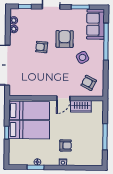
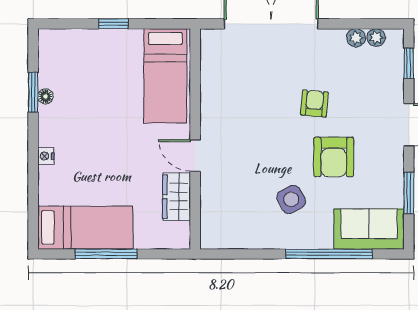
armchair: (65, 39) -> (334, 157), turned 90
armchair: (89, 83) -> (232, 214), removed
bed: (29, 130) -> (85, 227), moved, turned -90
armchair: (66, 145) -> (85, 162), removed

